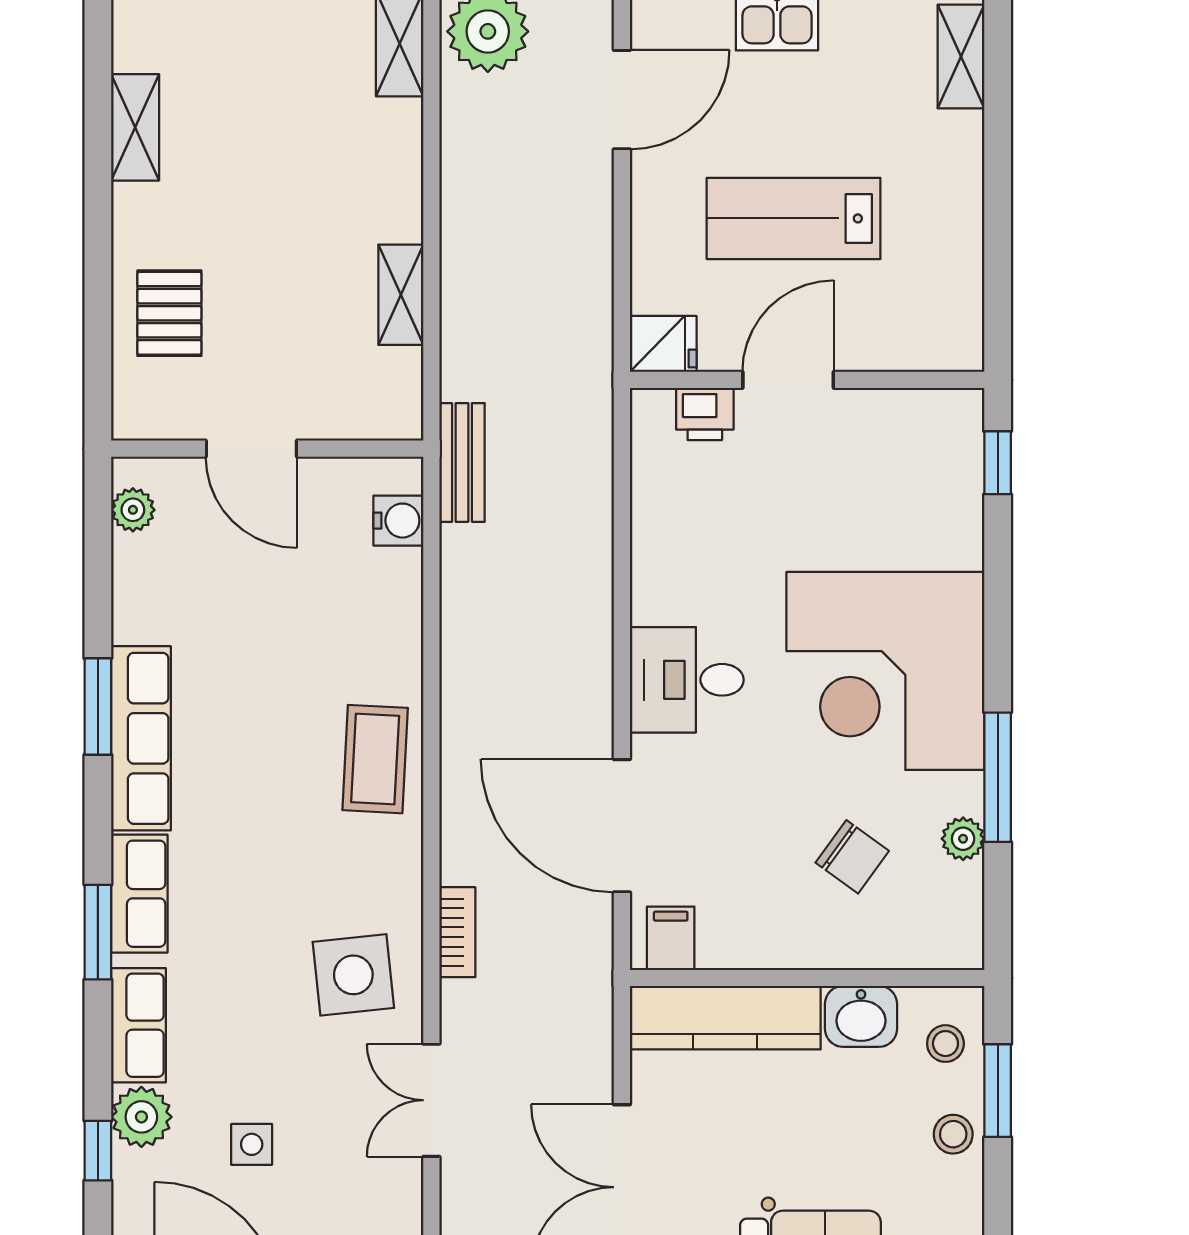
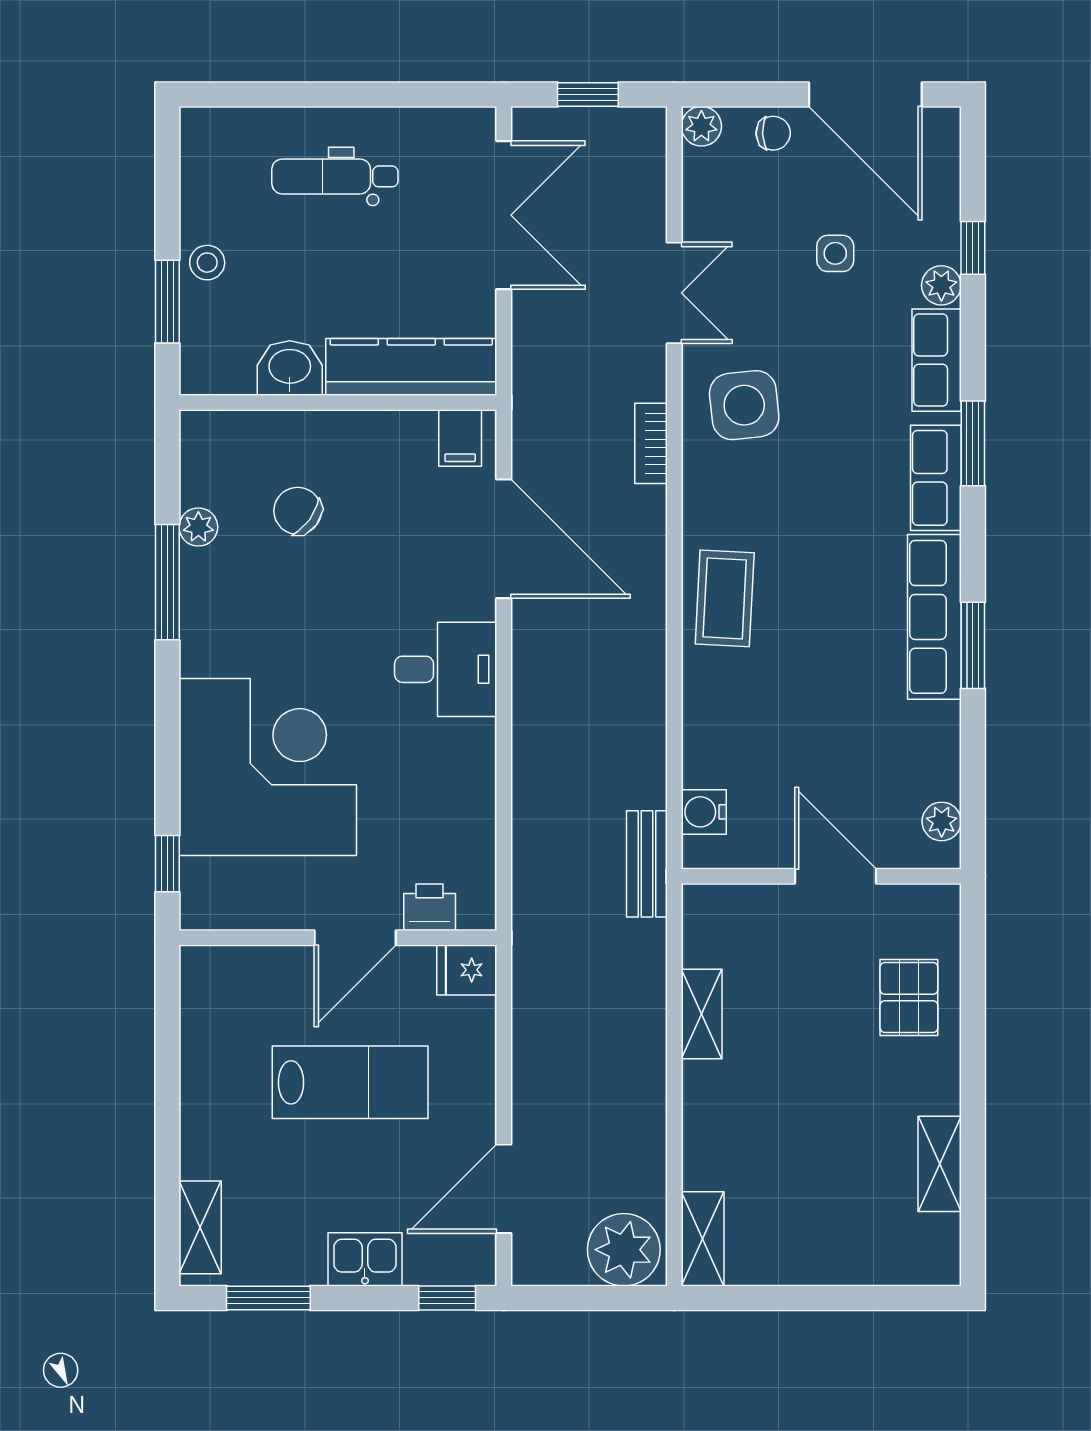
corner desk: (885, 671) -> (268, 767), moved
stool: (945, 1044) -> (214, 344), removed
plant: (141, 1117) -> (941, 285), width x0.73, depth x0.73

